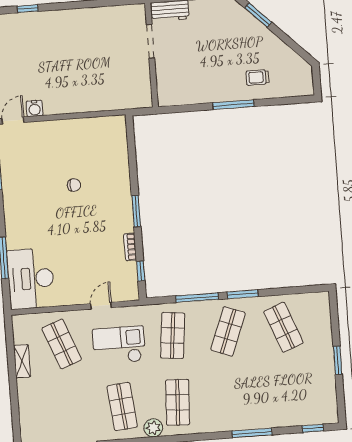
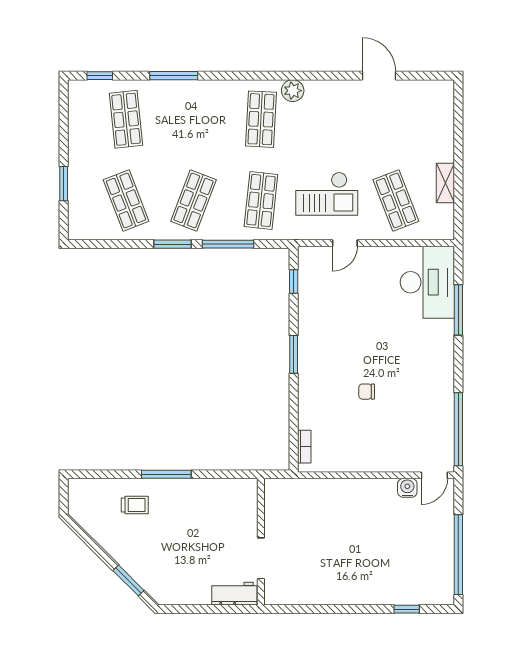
bookcase: (130, 247) -> (304, 447), moved
window: (338, 360) -> (64, 184), moved
shop shelf: (122, 407) -> (126, 119), moved

